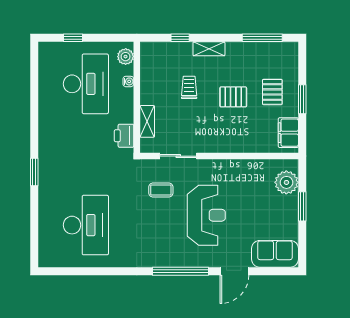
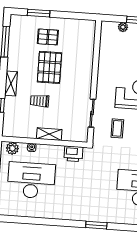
pallet: (233, 97) -> (49, 67), width x1.50, depth x1.42
window: (302, 99) -> (39, 13), moved
shelving: (147, 121) -> (49, 134), moved
filing cabinet: (288, 133) -> (80, 27), removed
plant: (286, 182) -> (123, 27), width x0.53, depth x0.53

